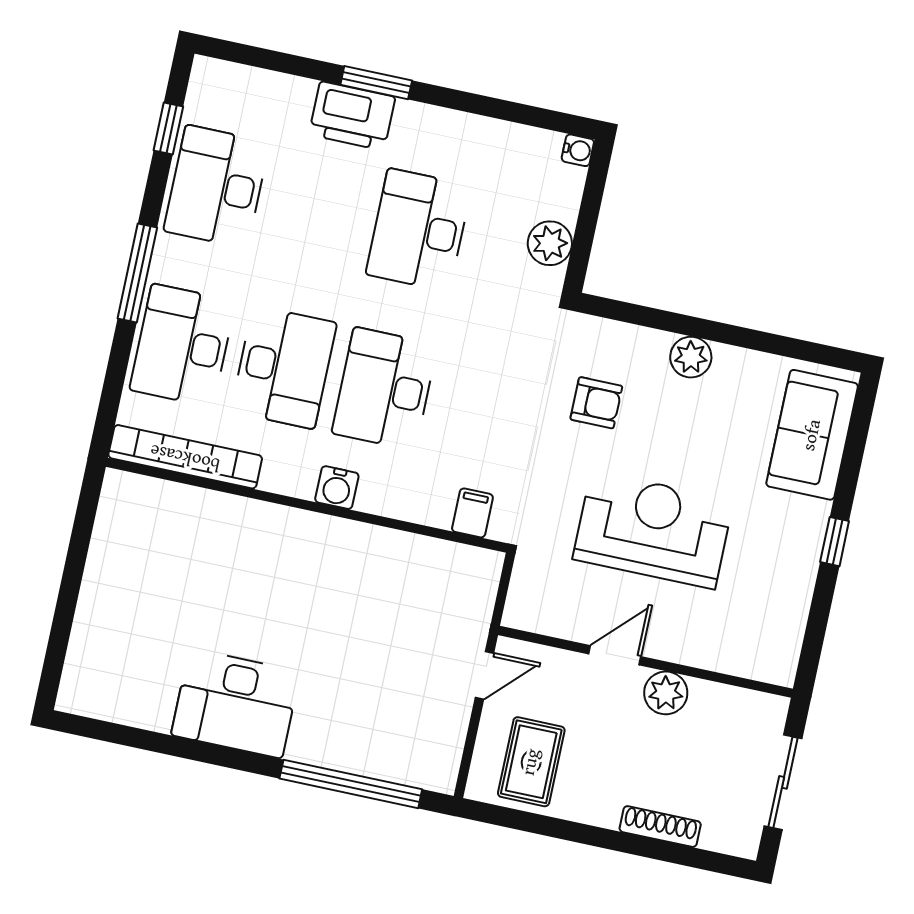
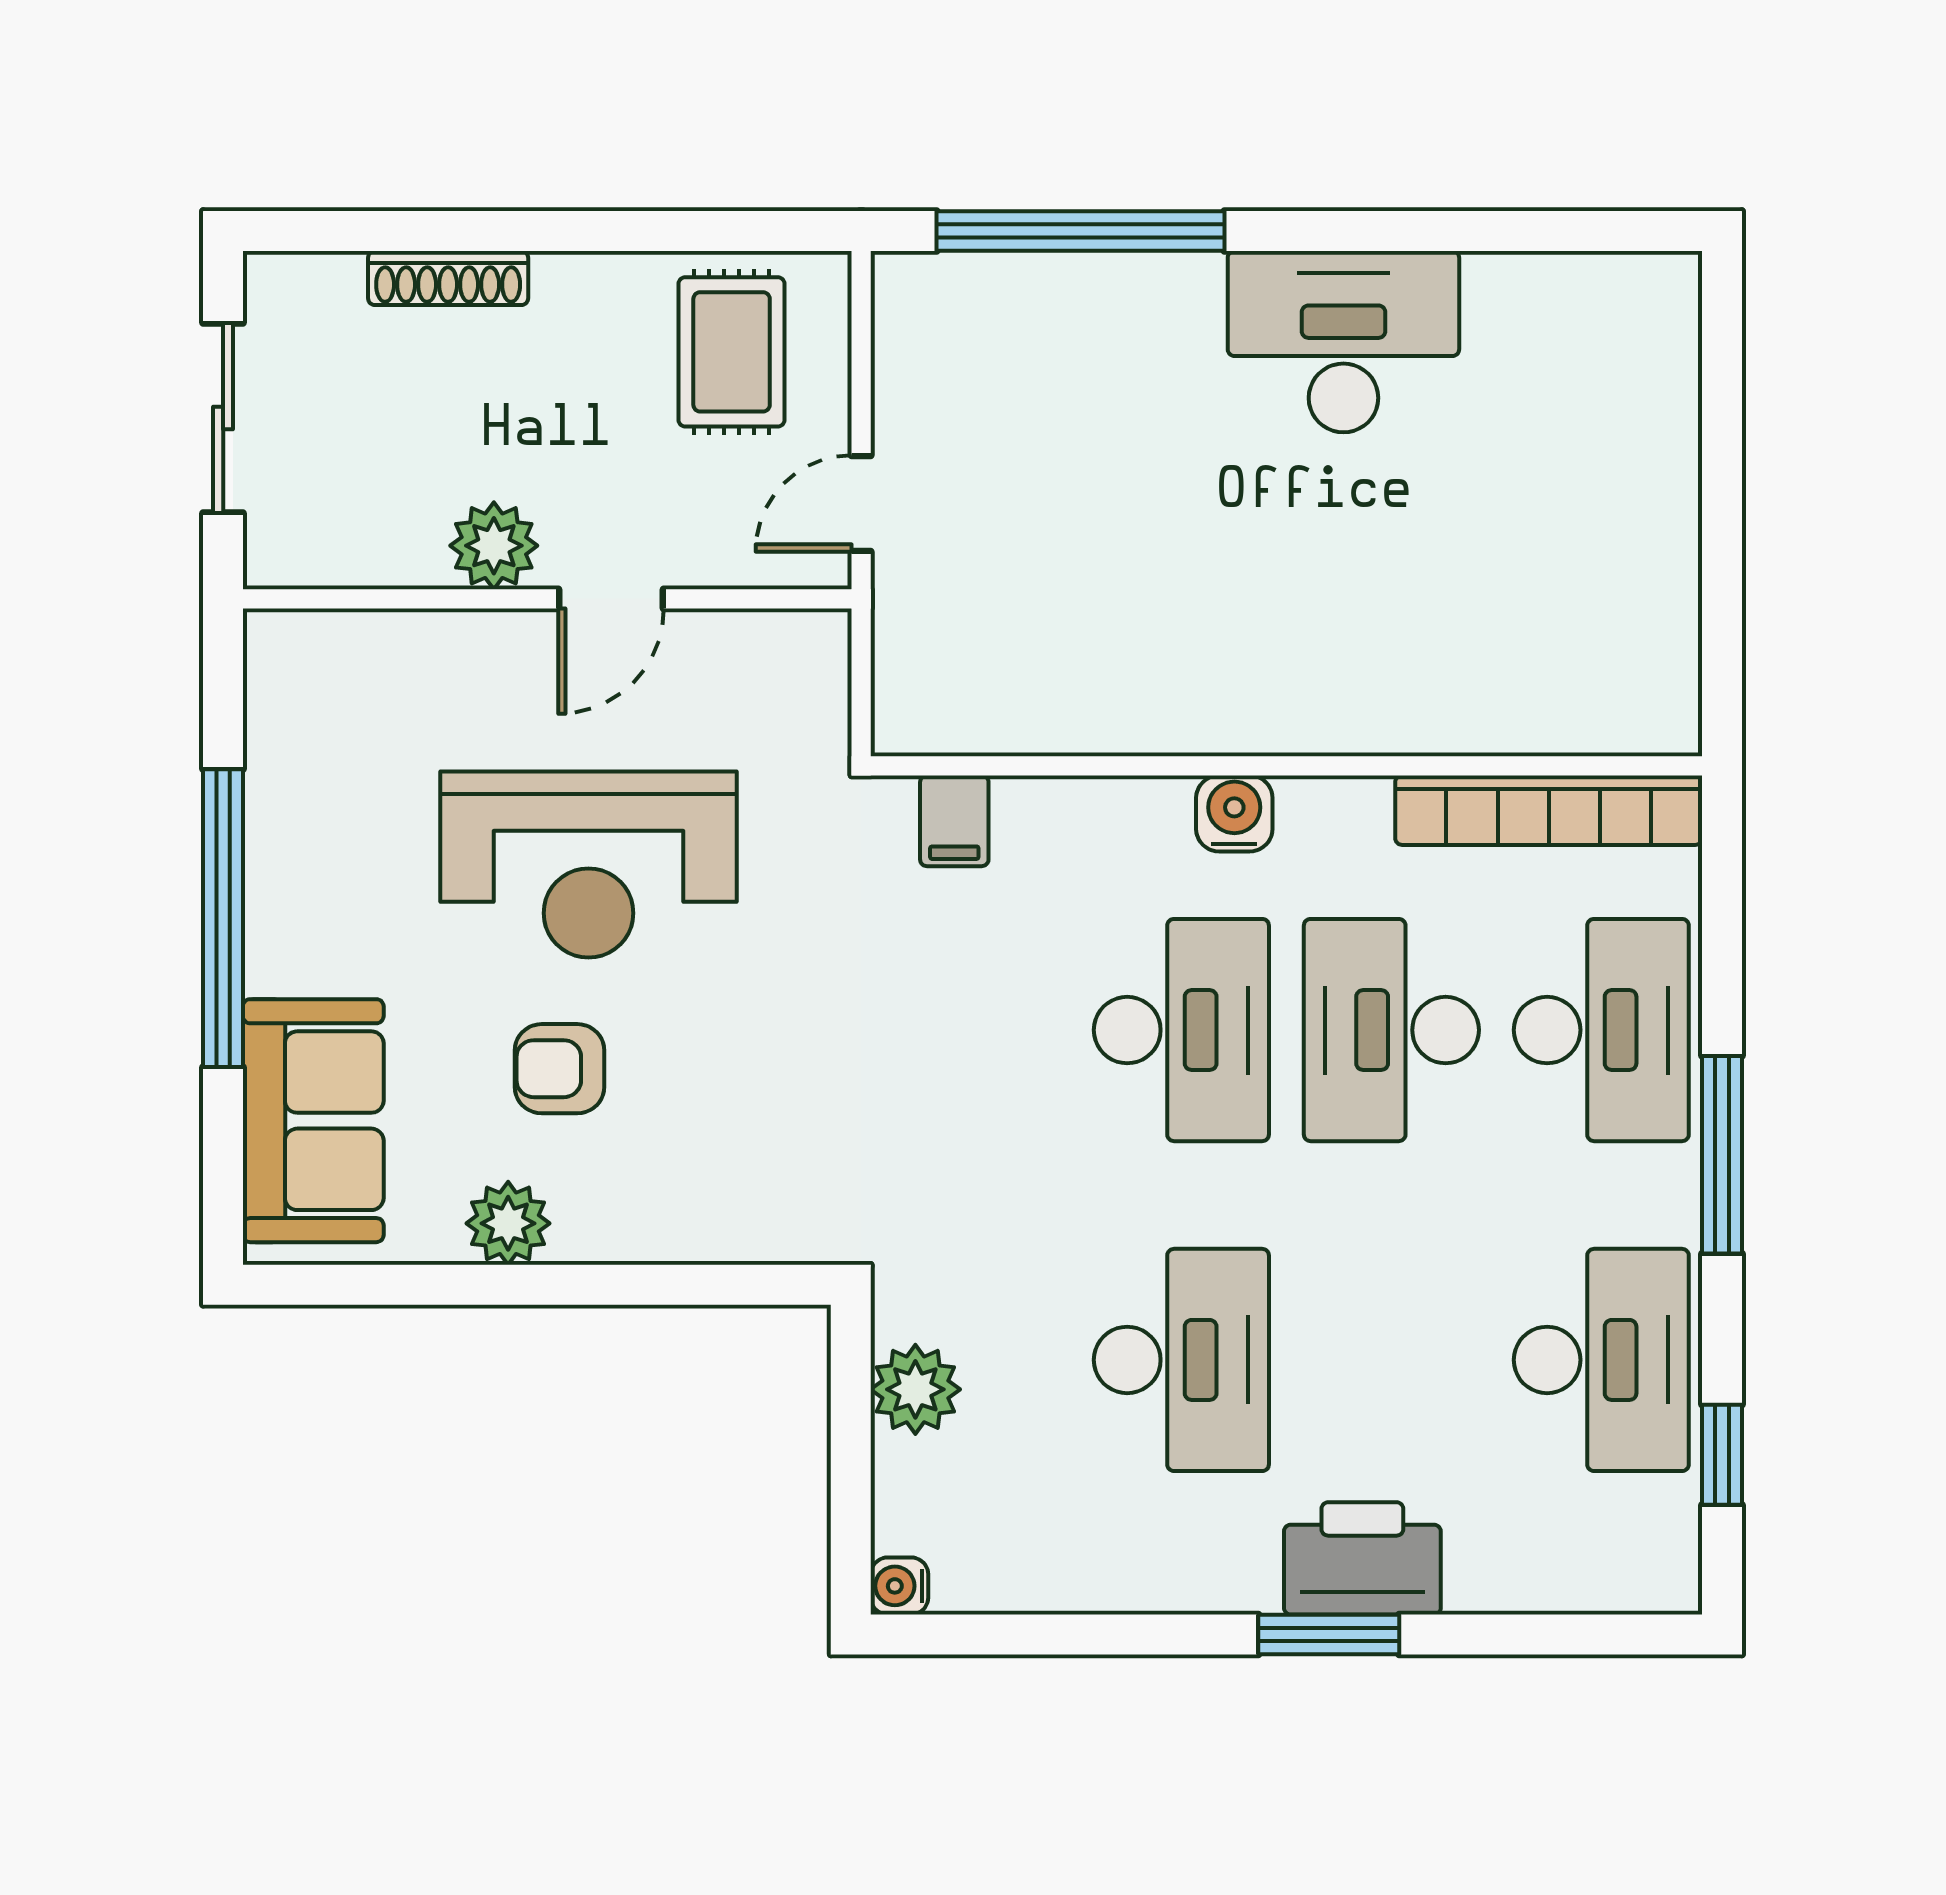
plant: (691, 357) -> (508, 1223), moved
armchair: (596, 403) -> (560, 1069), moved
window: (835, 542) -> (223, 918), width x3.17

